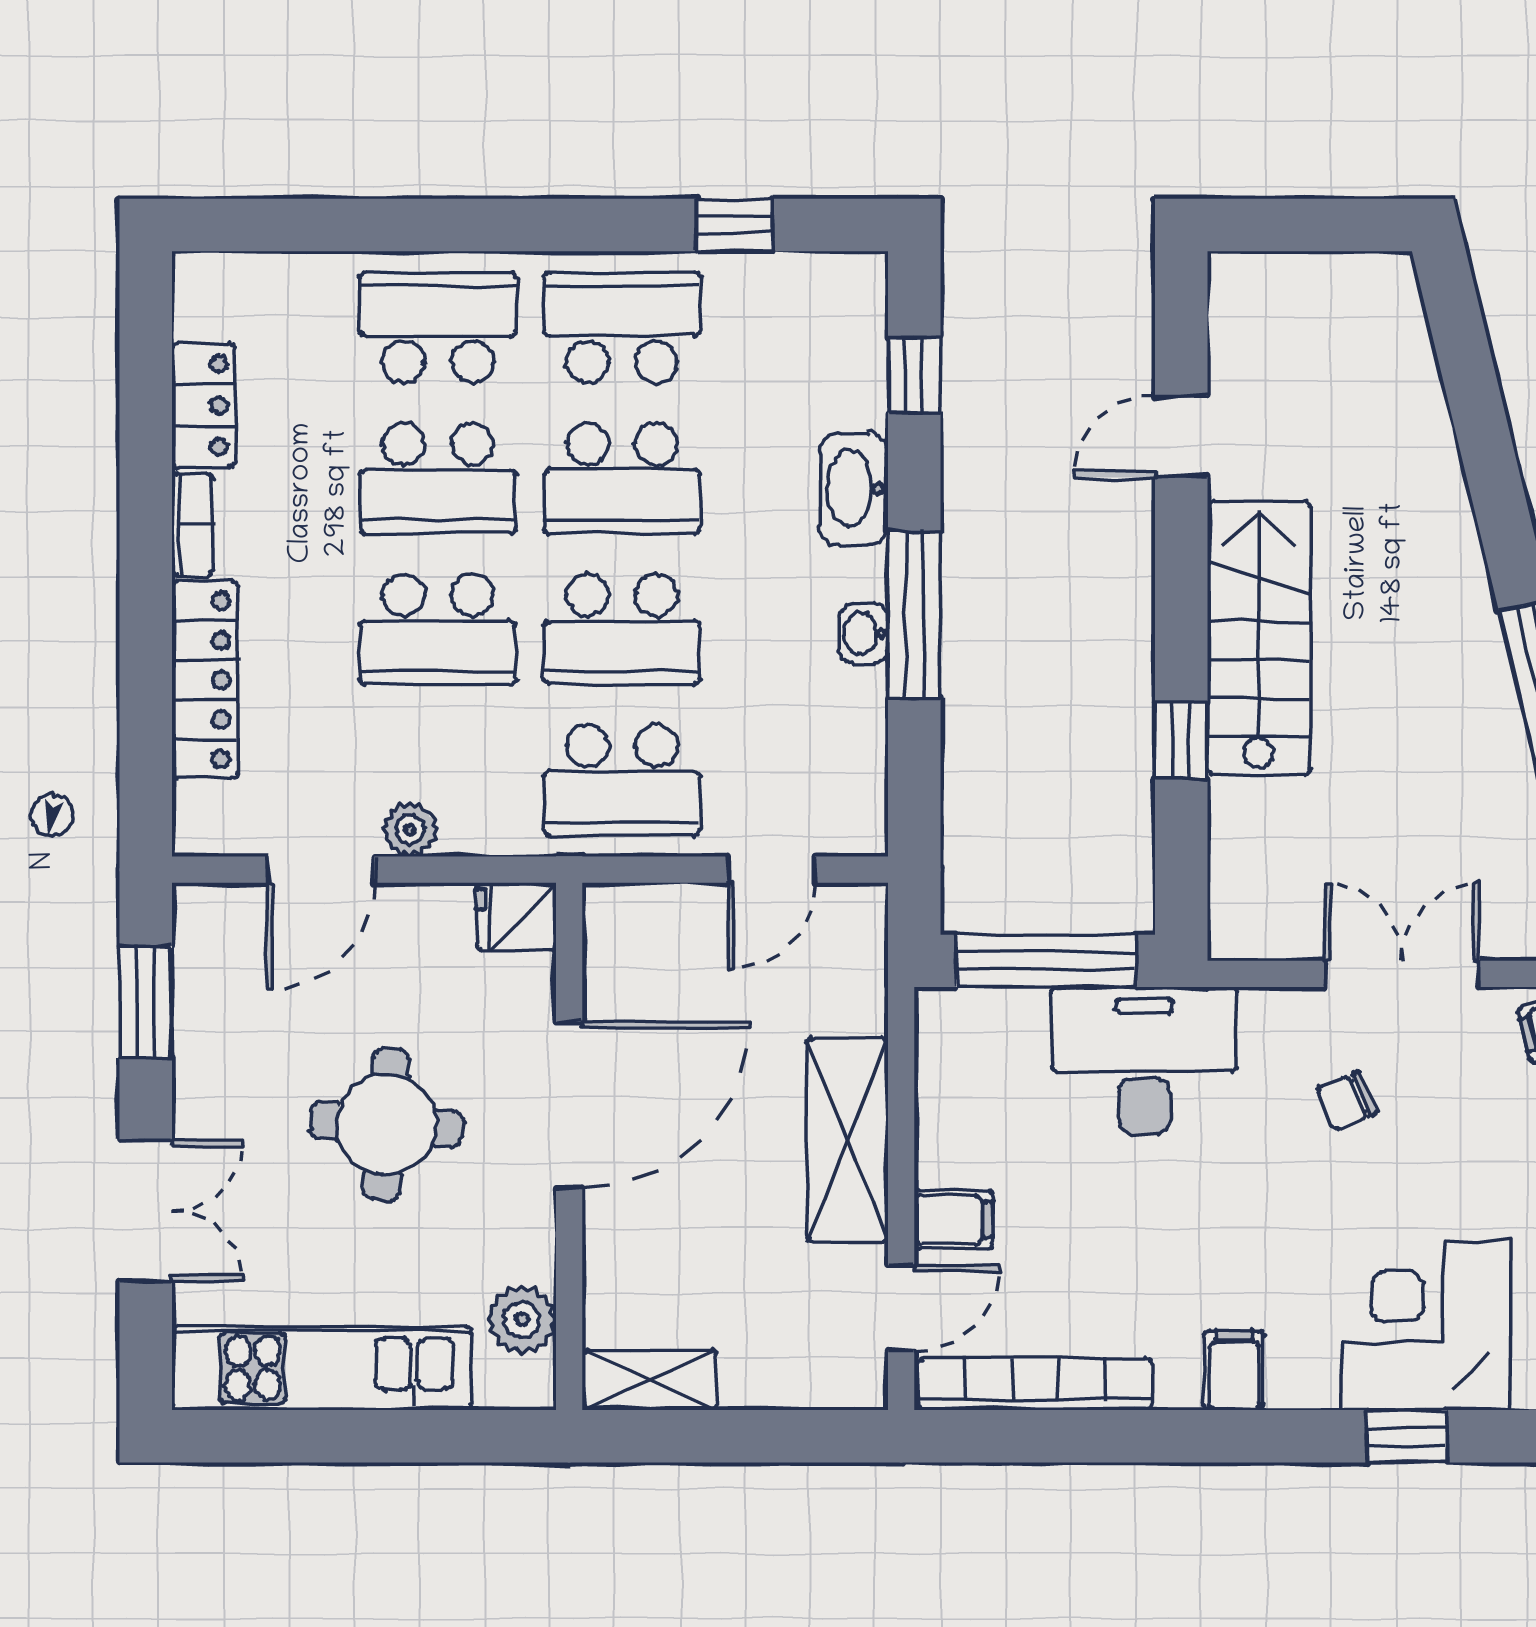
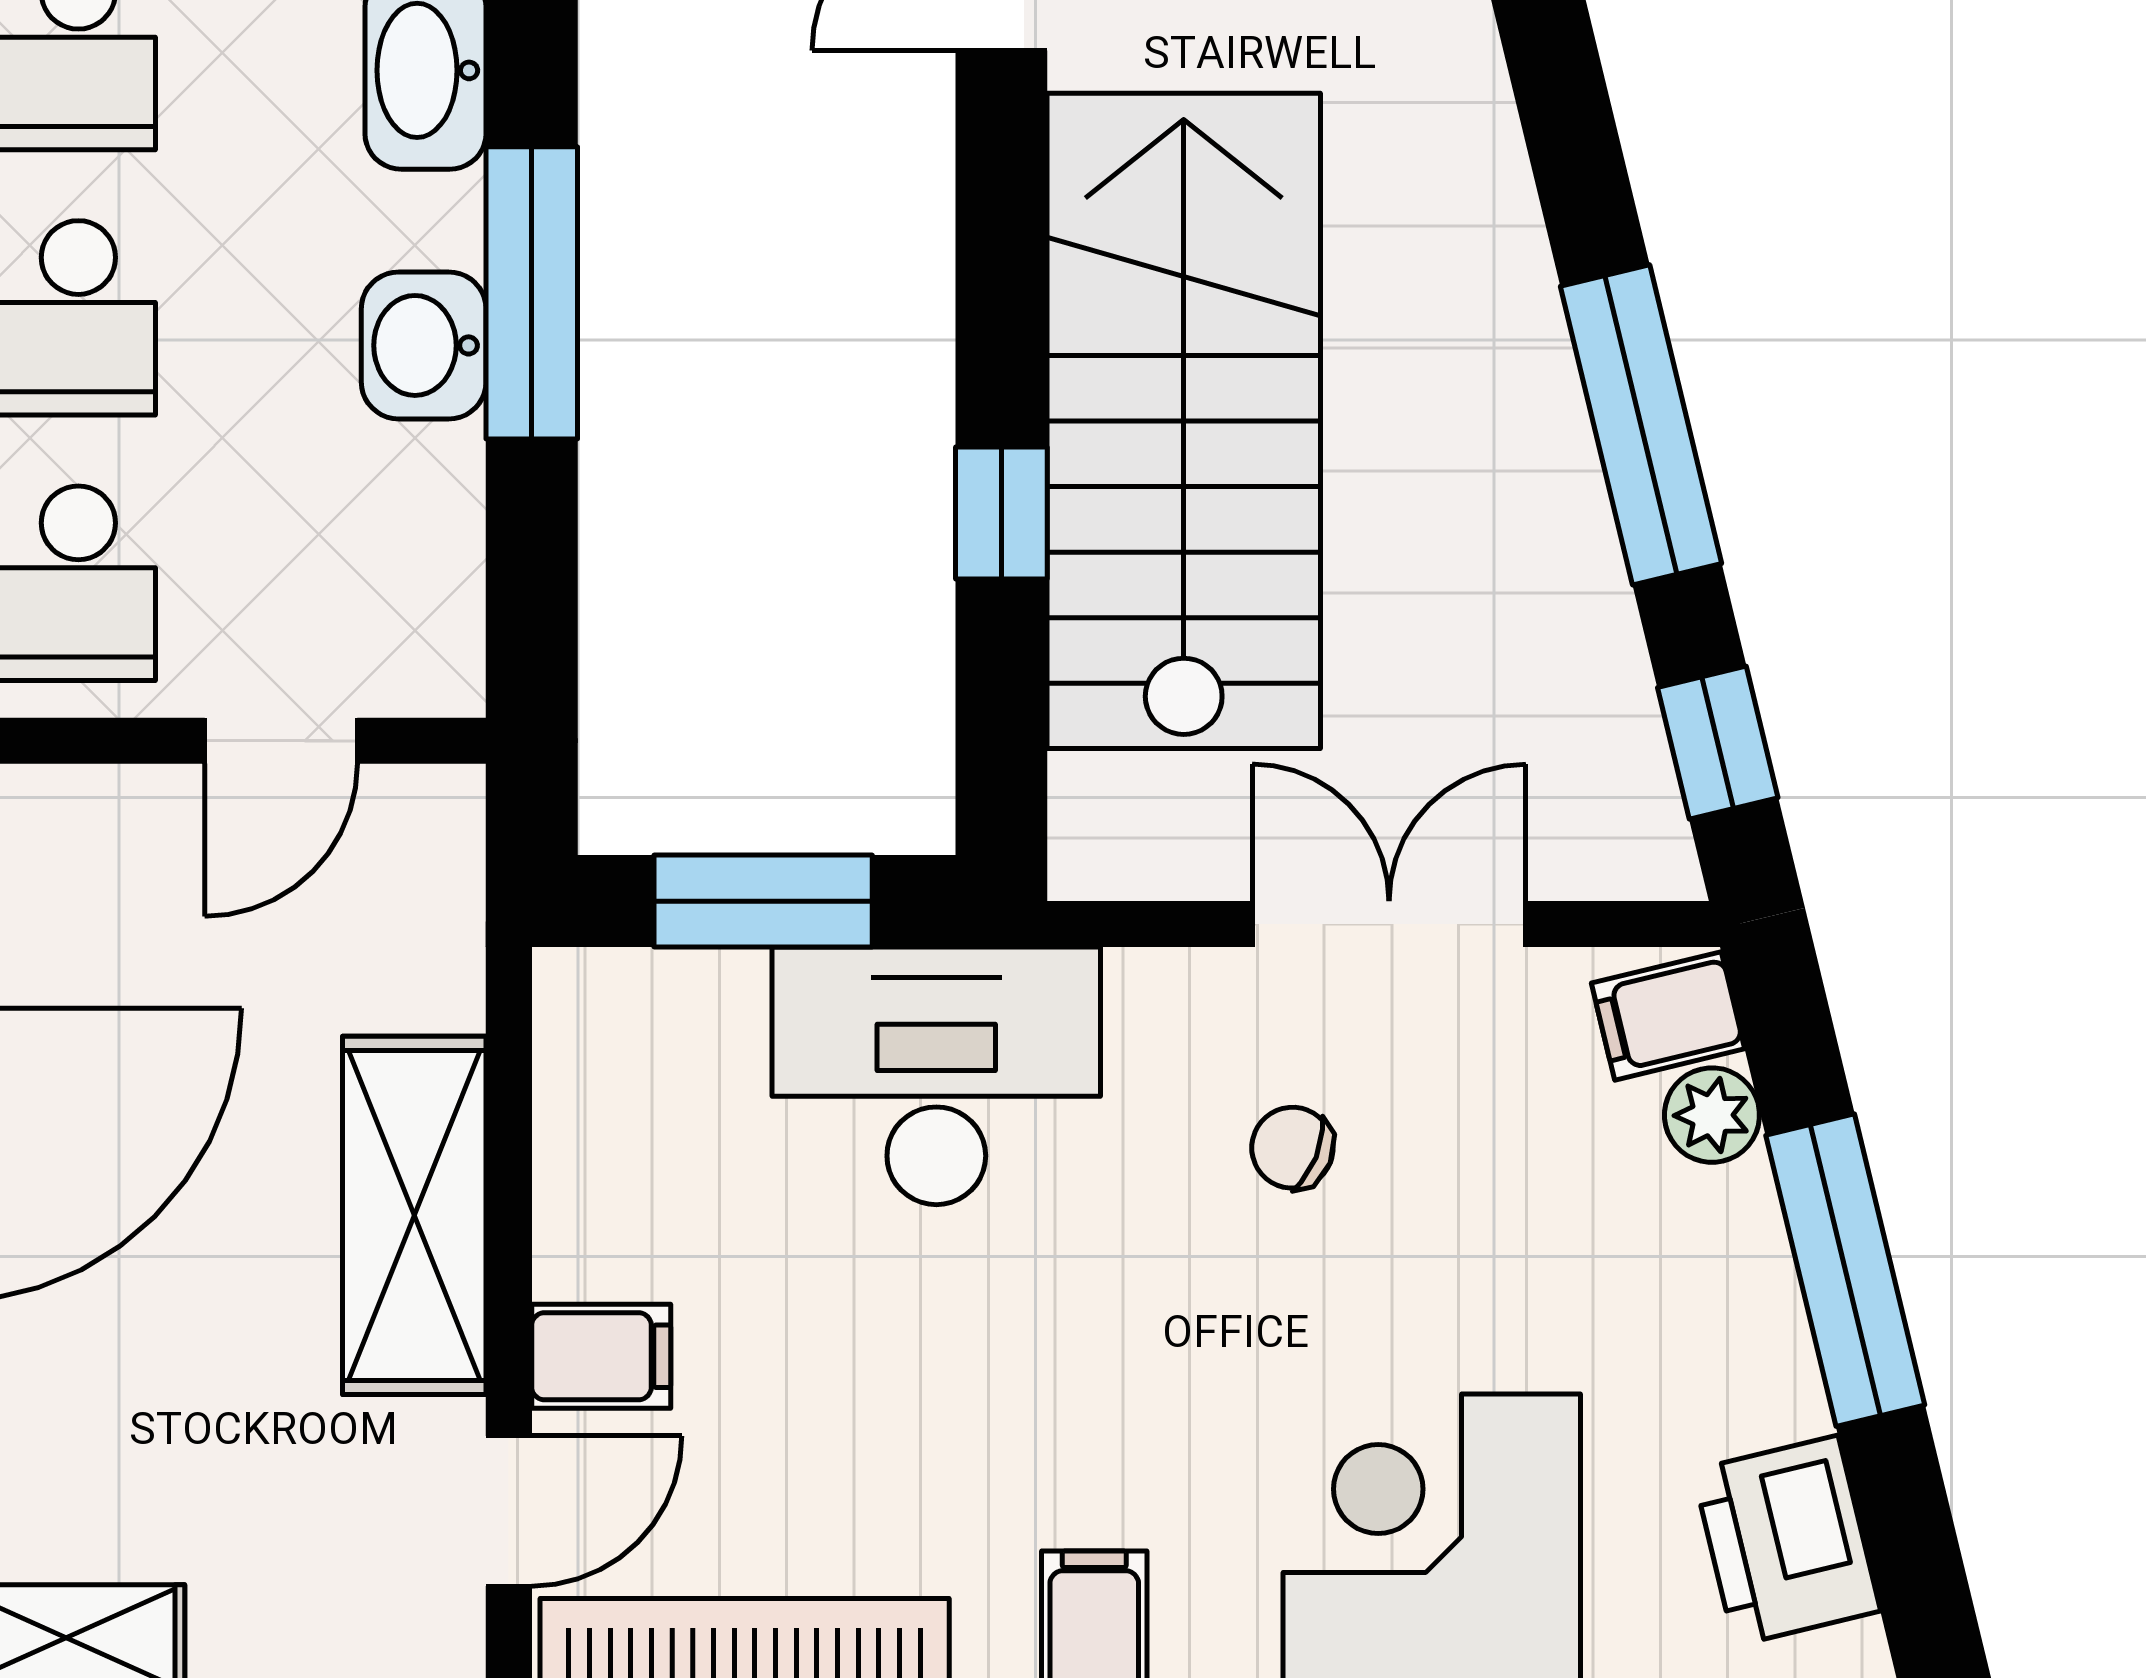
washbasin: (864, 633) -> (424, 345), width x1.38, depth x1.45
stairs: (1259, 638) -> (1184, 421), width x1.36, depth x1.51
window: (1046, 961) -> (763, 901), width x0.69
chair: (1347, 1101) -> (1292, 1148), turned 45

